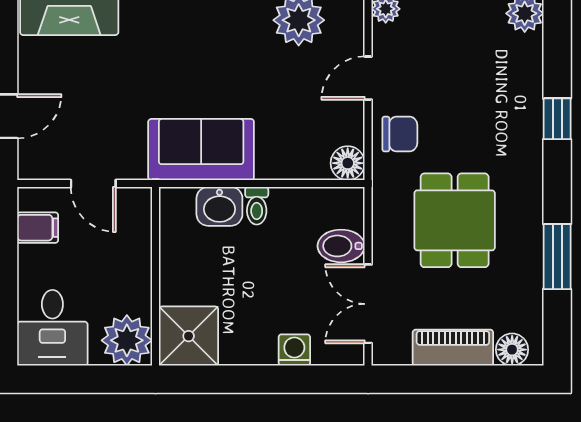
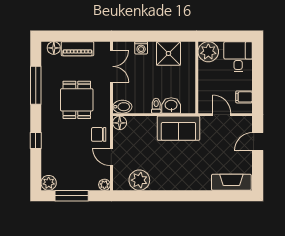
door: (368, 78) -> (111, 157), swing flipped
bidet: (341, 246) -> (122, 107), moved
window: (557, 257) -> (36, 85), width x1.44
shower: (189, 336) -> (168, 53), moved

